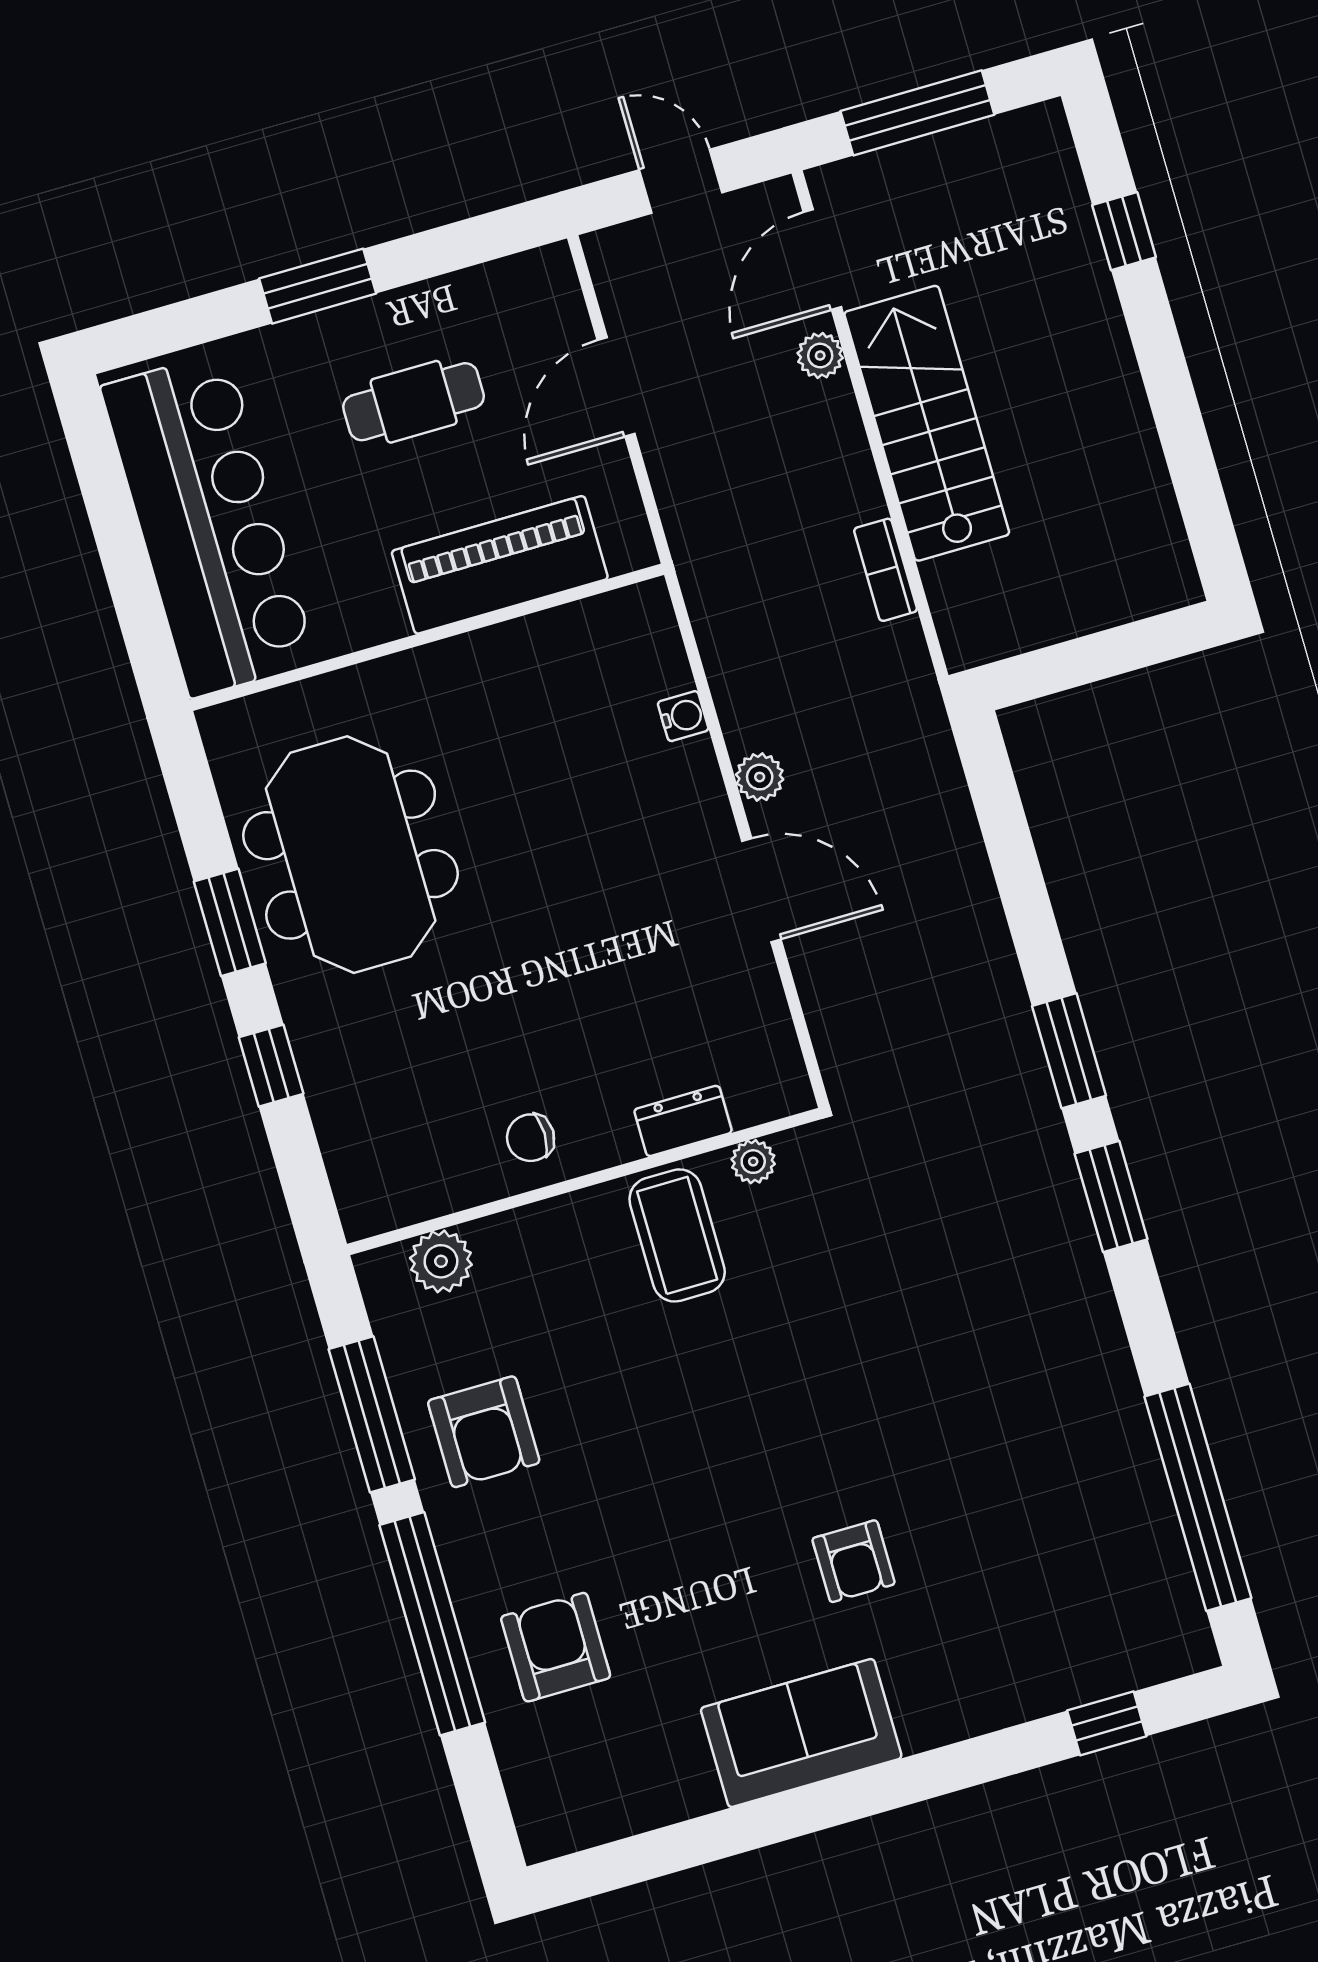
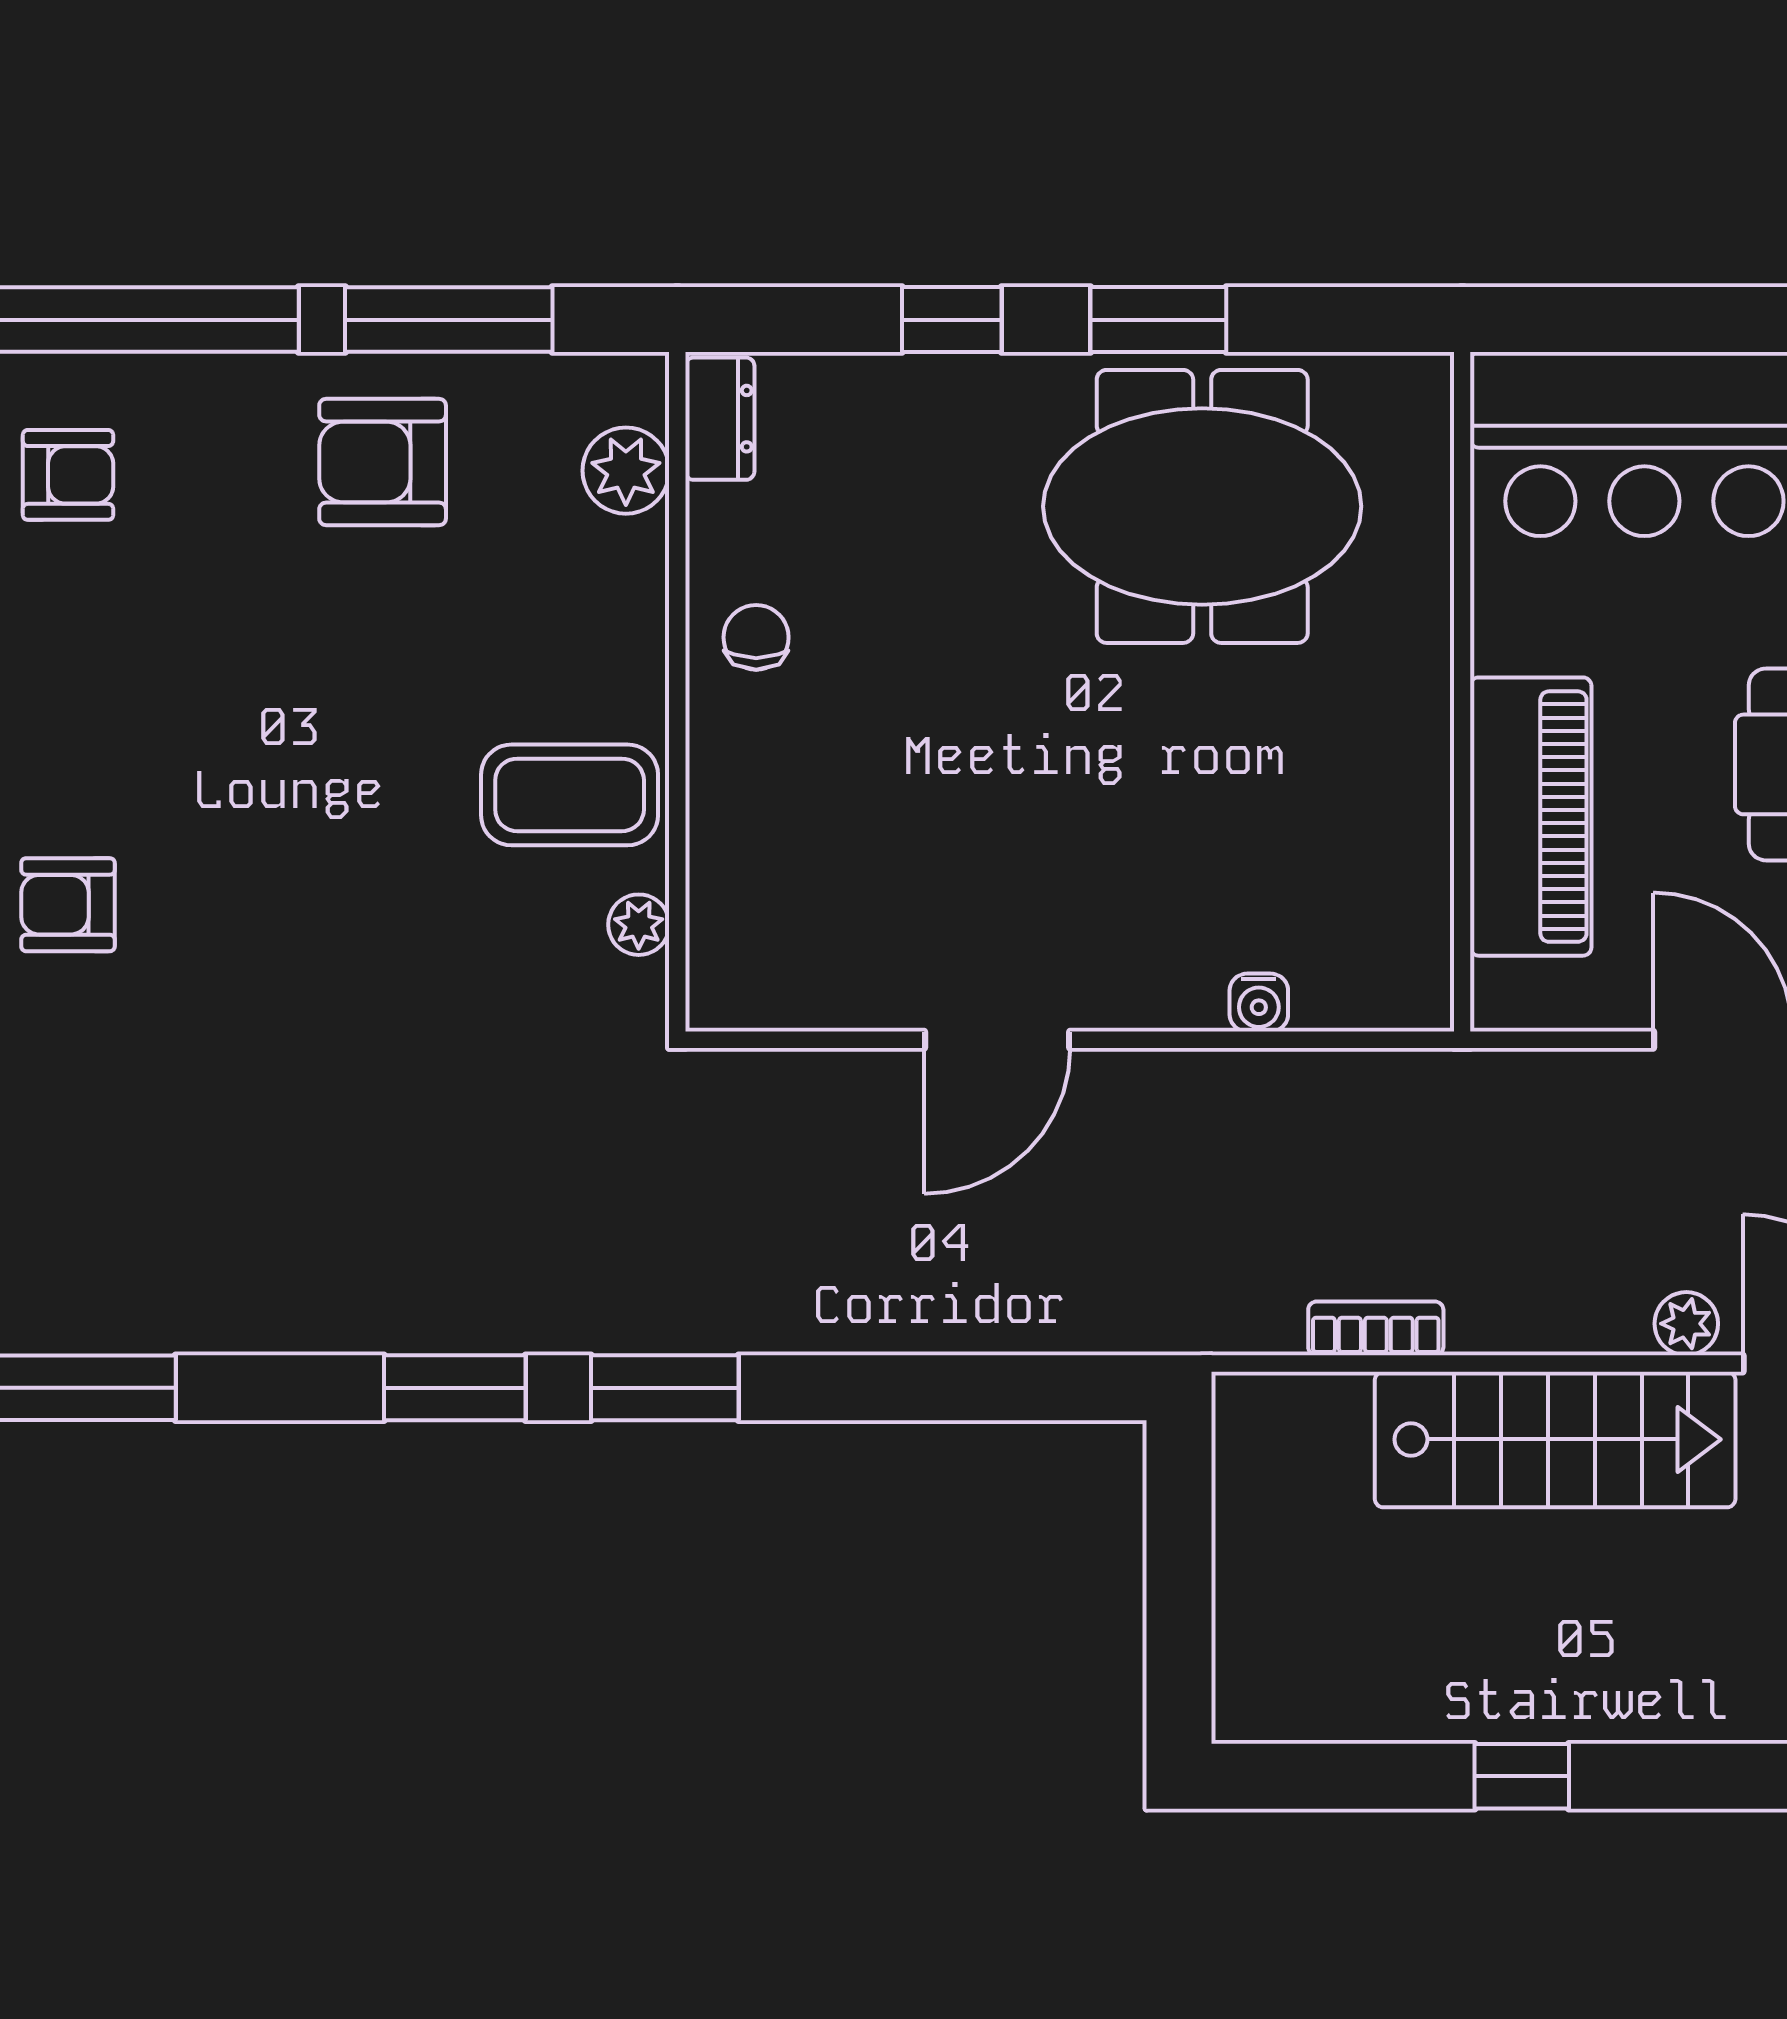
window: (1124, 231) -> (1522, 1776), moved
plant: (760, 777) -> (1148, 1081), removed
dresser: (683, 1121) -> (720, 419), moved
armchair: (556, 1647) -> (68, 475), width x0.72, depth x0.72

